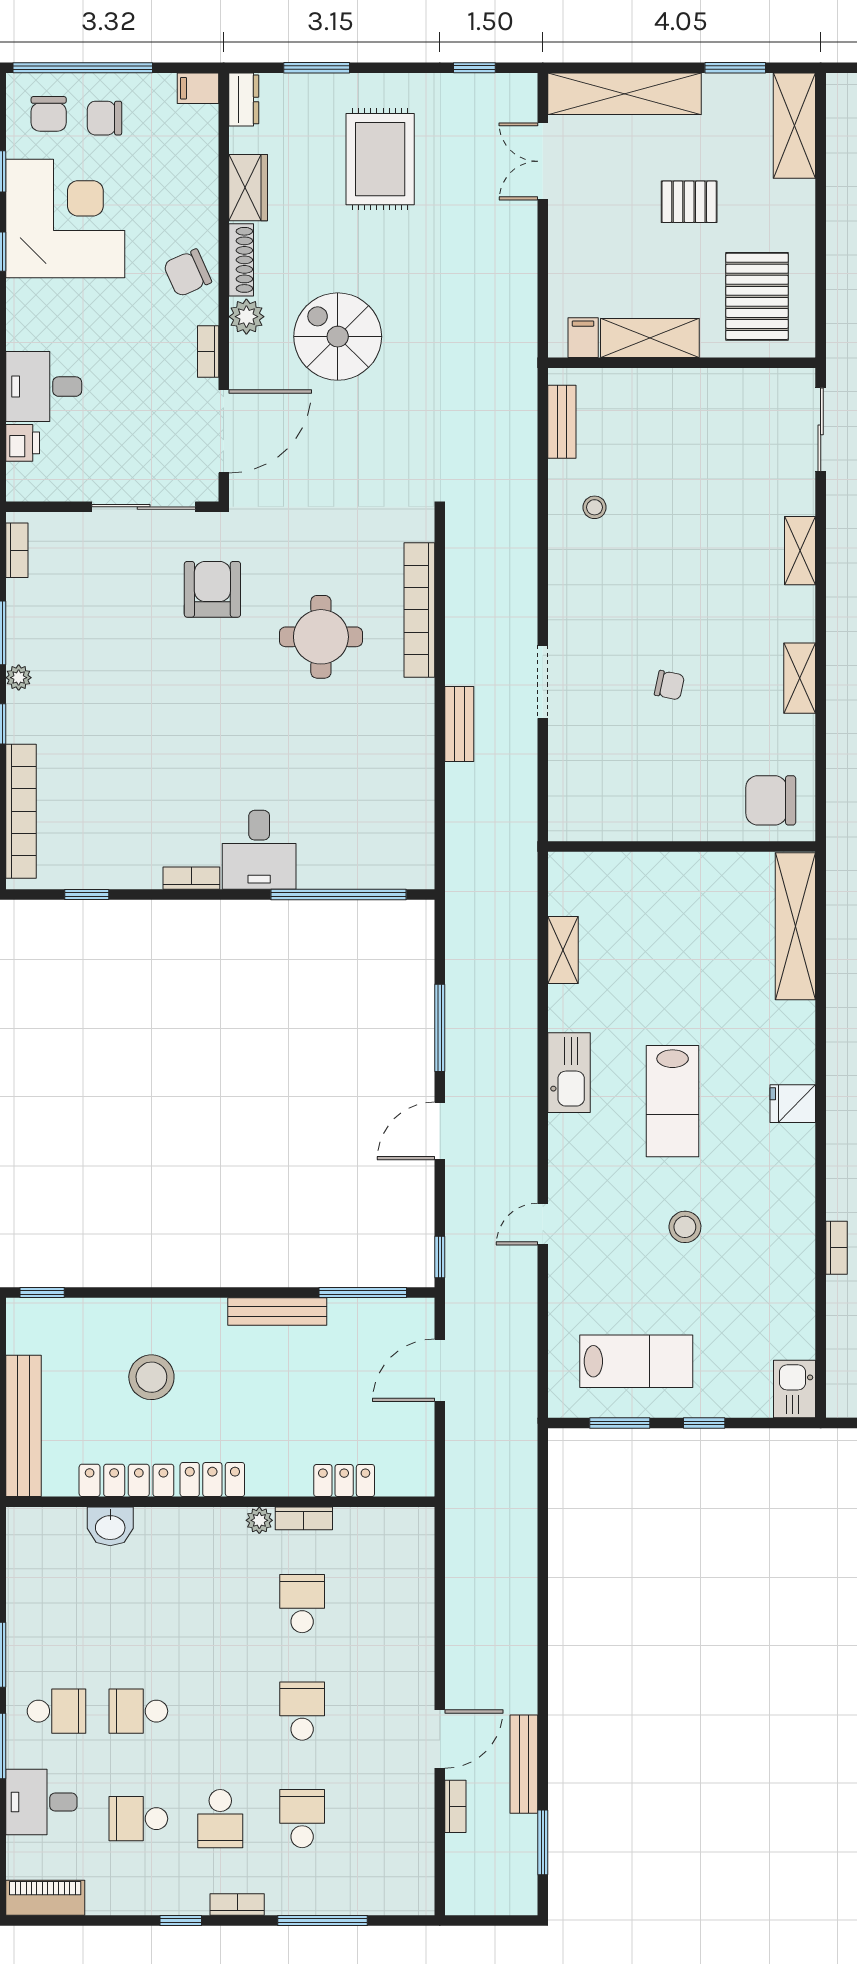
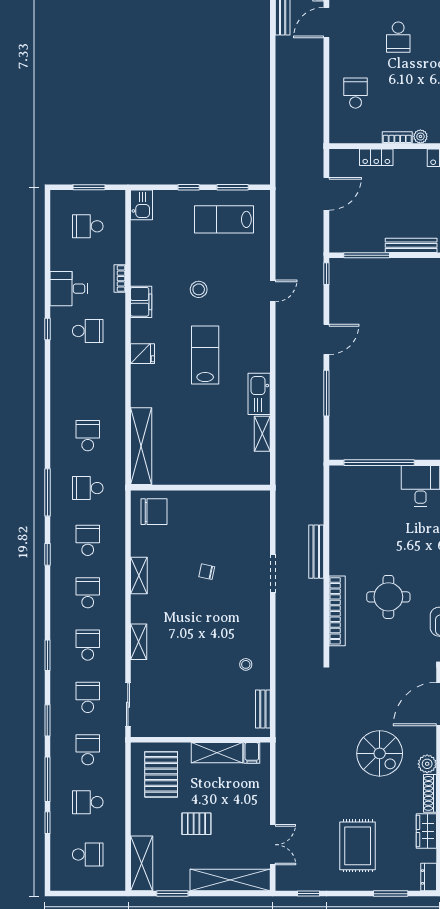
bench: (459, 724) -> (316, 552), width x1.36
kitchen sink: (569, 1073) -> (259, 394), moved
filing cabinet: (795, 1203) -> (141, 302), added
door: (440, 1370) -> (326, 194), moved
school desk: (302, 1604) -> (356, 93), moved, turned 180

